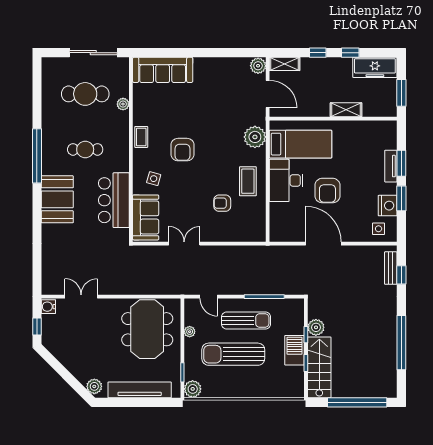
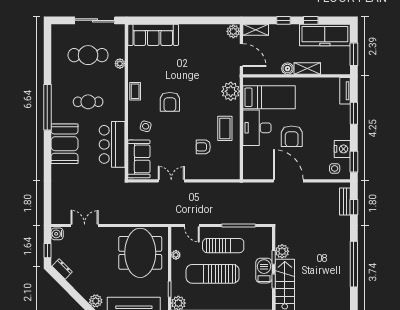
freezer: (375, 67) -> (325, 35), width x1.36, depth x1.26
boiler: (322, 110) -> (287, 69), added
tv unit: (391, 166) -> (345, 91), moved
window: (401, 198) -> (354, 162), moved
dresser: (54, 348) -> (62, 269), added

